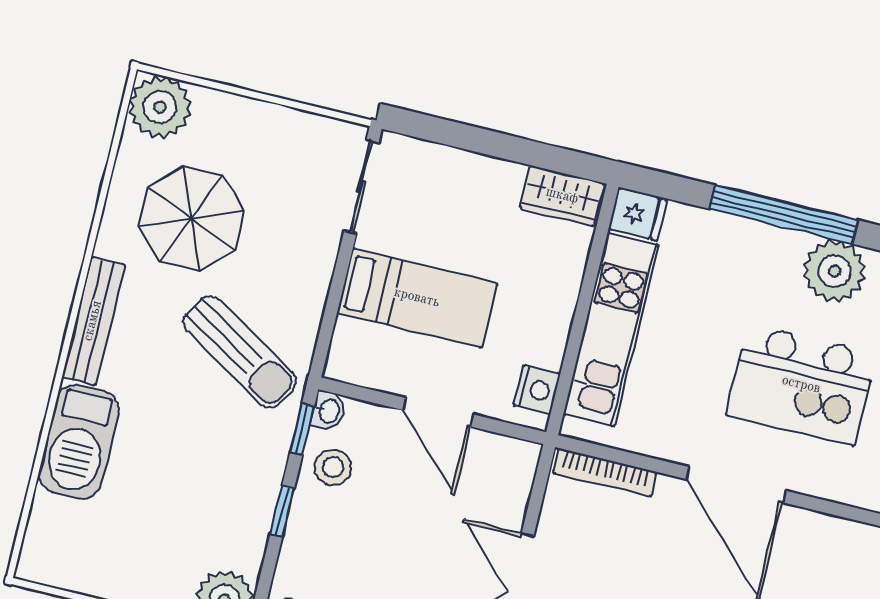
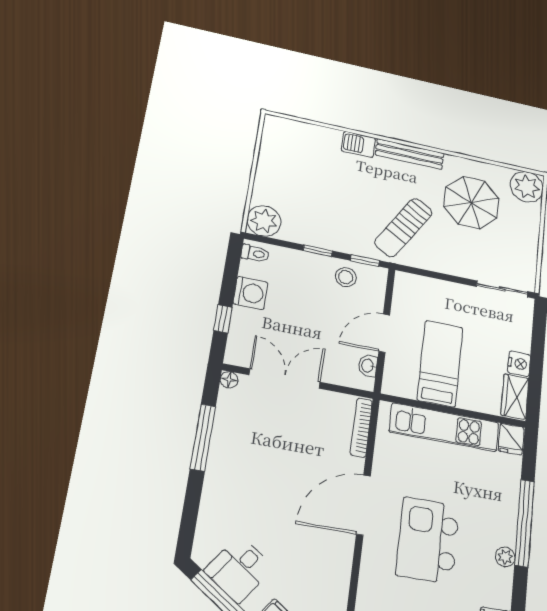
plant: (834, 271) -> (505, 557), width x0.53, depth x0.53
bed: (417, 298) -> (440, 364), moved, turned 180
nightstand: (537, 390) -> (519, 364), moved, turned -90
washbasin: (328, 411) -> (368, 366), moved, turned 90
barbecue: (79, 442) -> (358, 144), width x0.53, depth x0.65

